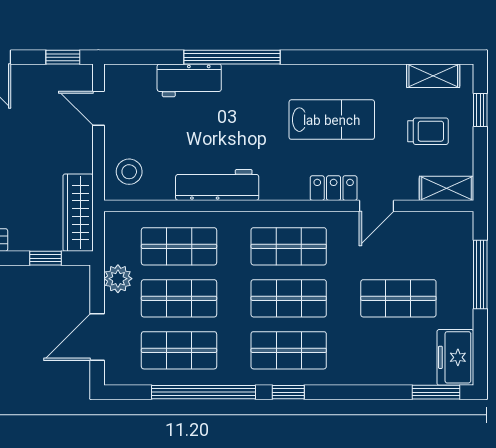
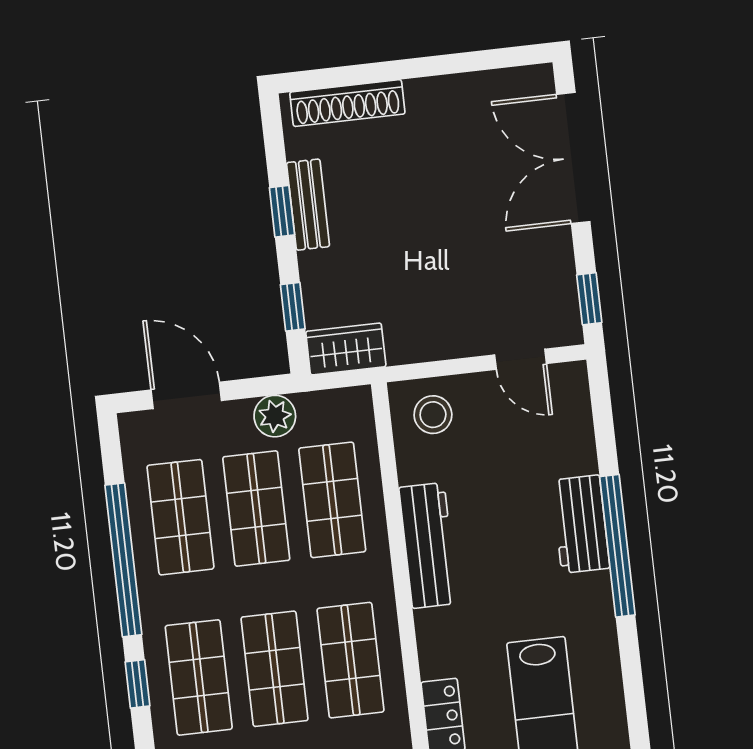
workbench: (189, 80) -> (581, 524), moved
door: (98, 108) -> (521, 359), swing flipped
wardrobe: (78, 213) -> (346, 349), width x0.67

